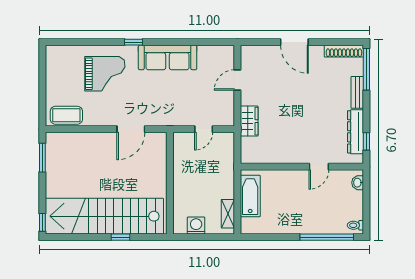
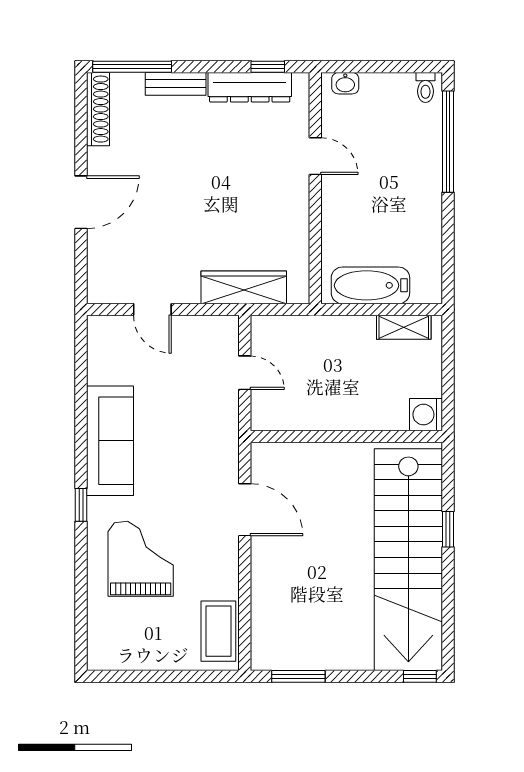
wardrobe: (249, 121) -> (244, 287), width x1.50
washing machine: (196, 226) -> (426, 415), moved

